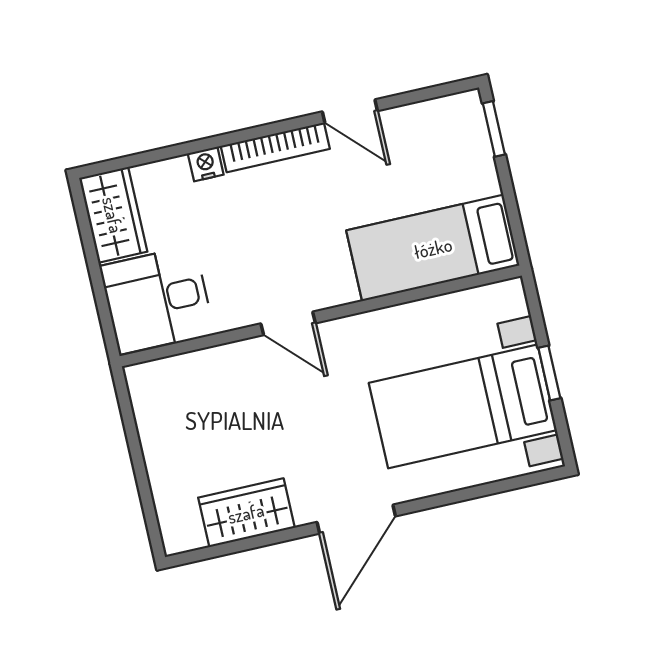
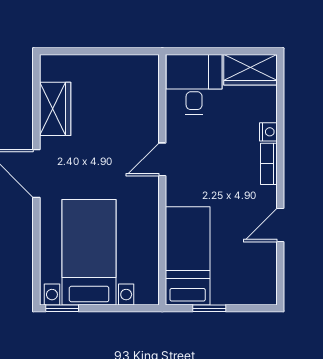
window: (494, 129) -> (209, 308), moved
bookcase: (275, 147) -> (269, 164), width x0.64
window: (549, 373) -> (62, 308), moved

